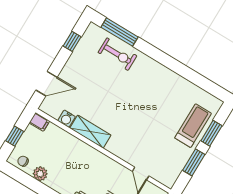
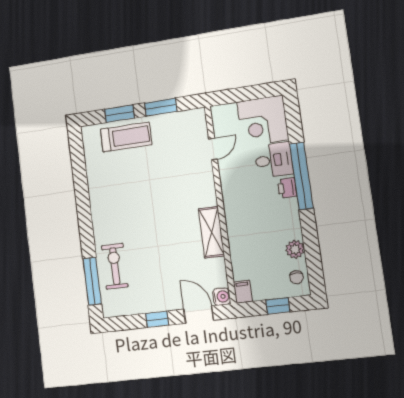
window: (72, 41) -> (157, 319), moved
water cooler: (67, 119) -> (222, 297), moved
treadmill: (193, 126) -> (126, 137), turned 180

